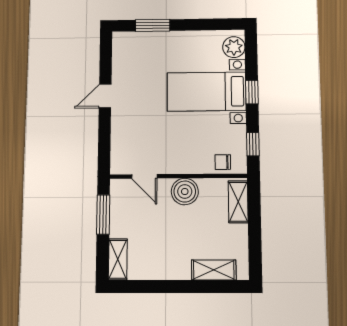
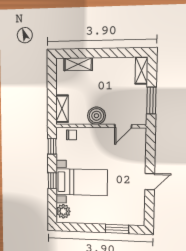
door: (144, 176) -> (123, 126), swing flipped

